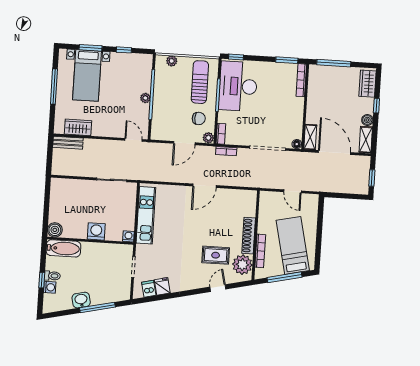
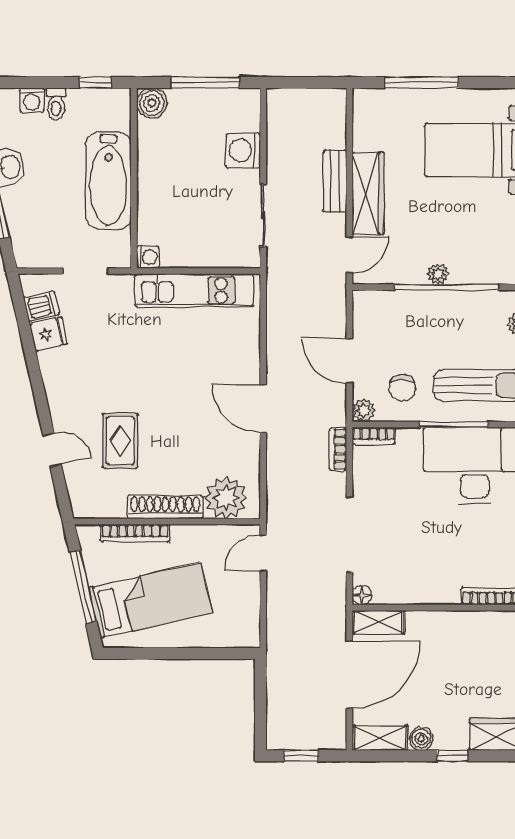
window: (54, 87) -> (422, 82), moved
wardrobe: (78, 127) -> (368, 193), moved, width x1.50
bench: (68, 143) -> (335, 181), moved
door: (292, 191) -> (263, 553), moved
window: (47, 204) -> (205, 82), added
washing machine: (96, 231) -> (243, 151), moved, turned 180
bathtub: (63, 248) -> (108, 181), moved, width x1.36, depth x1.36
plant: (242, 265) -> (226, 498), moved
window: (42, 280) -> (95, 82), moved

